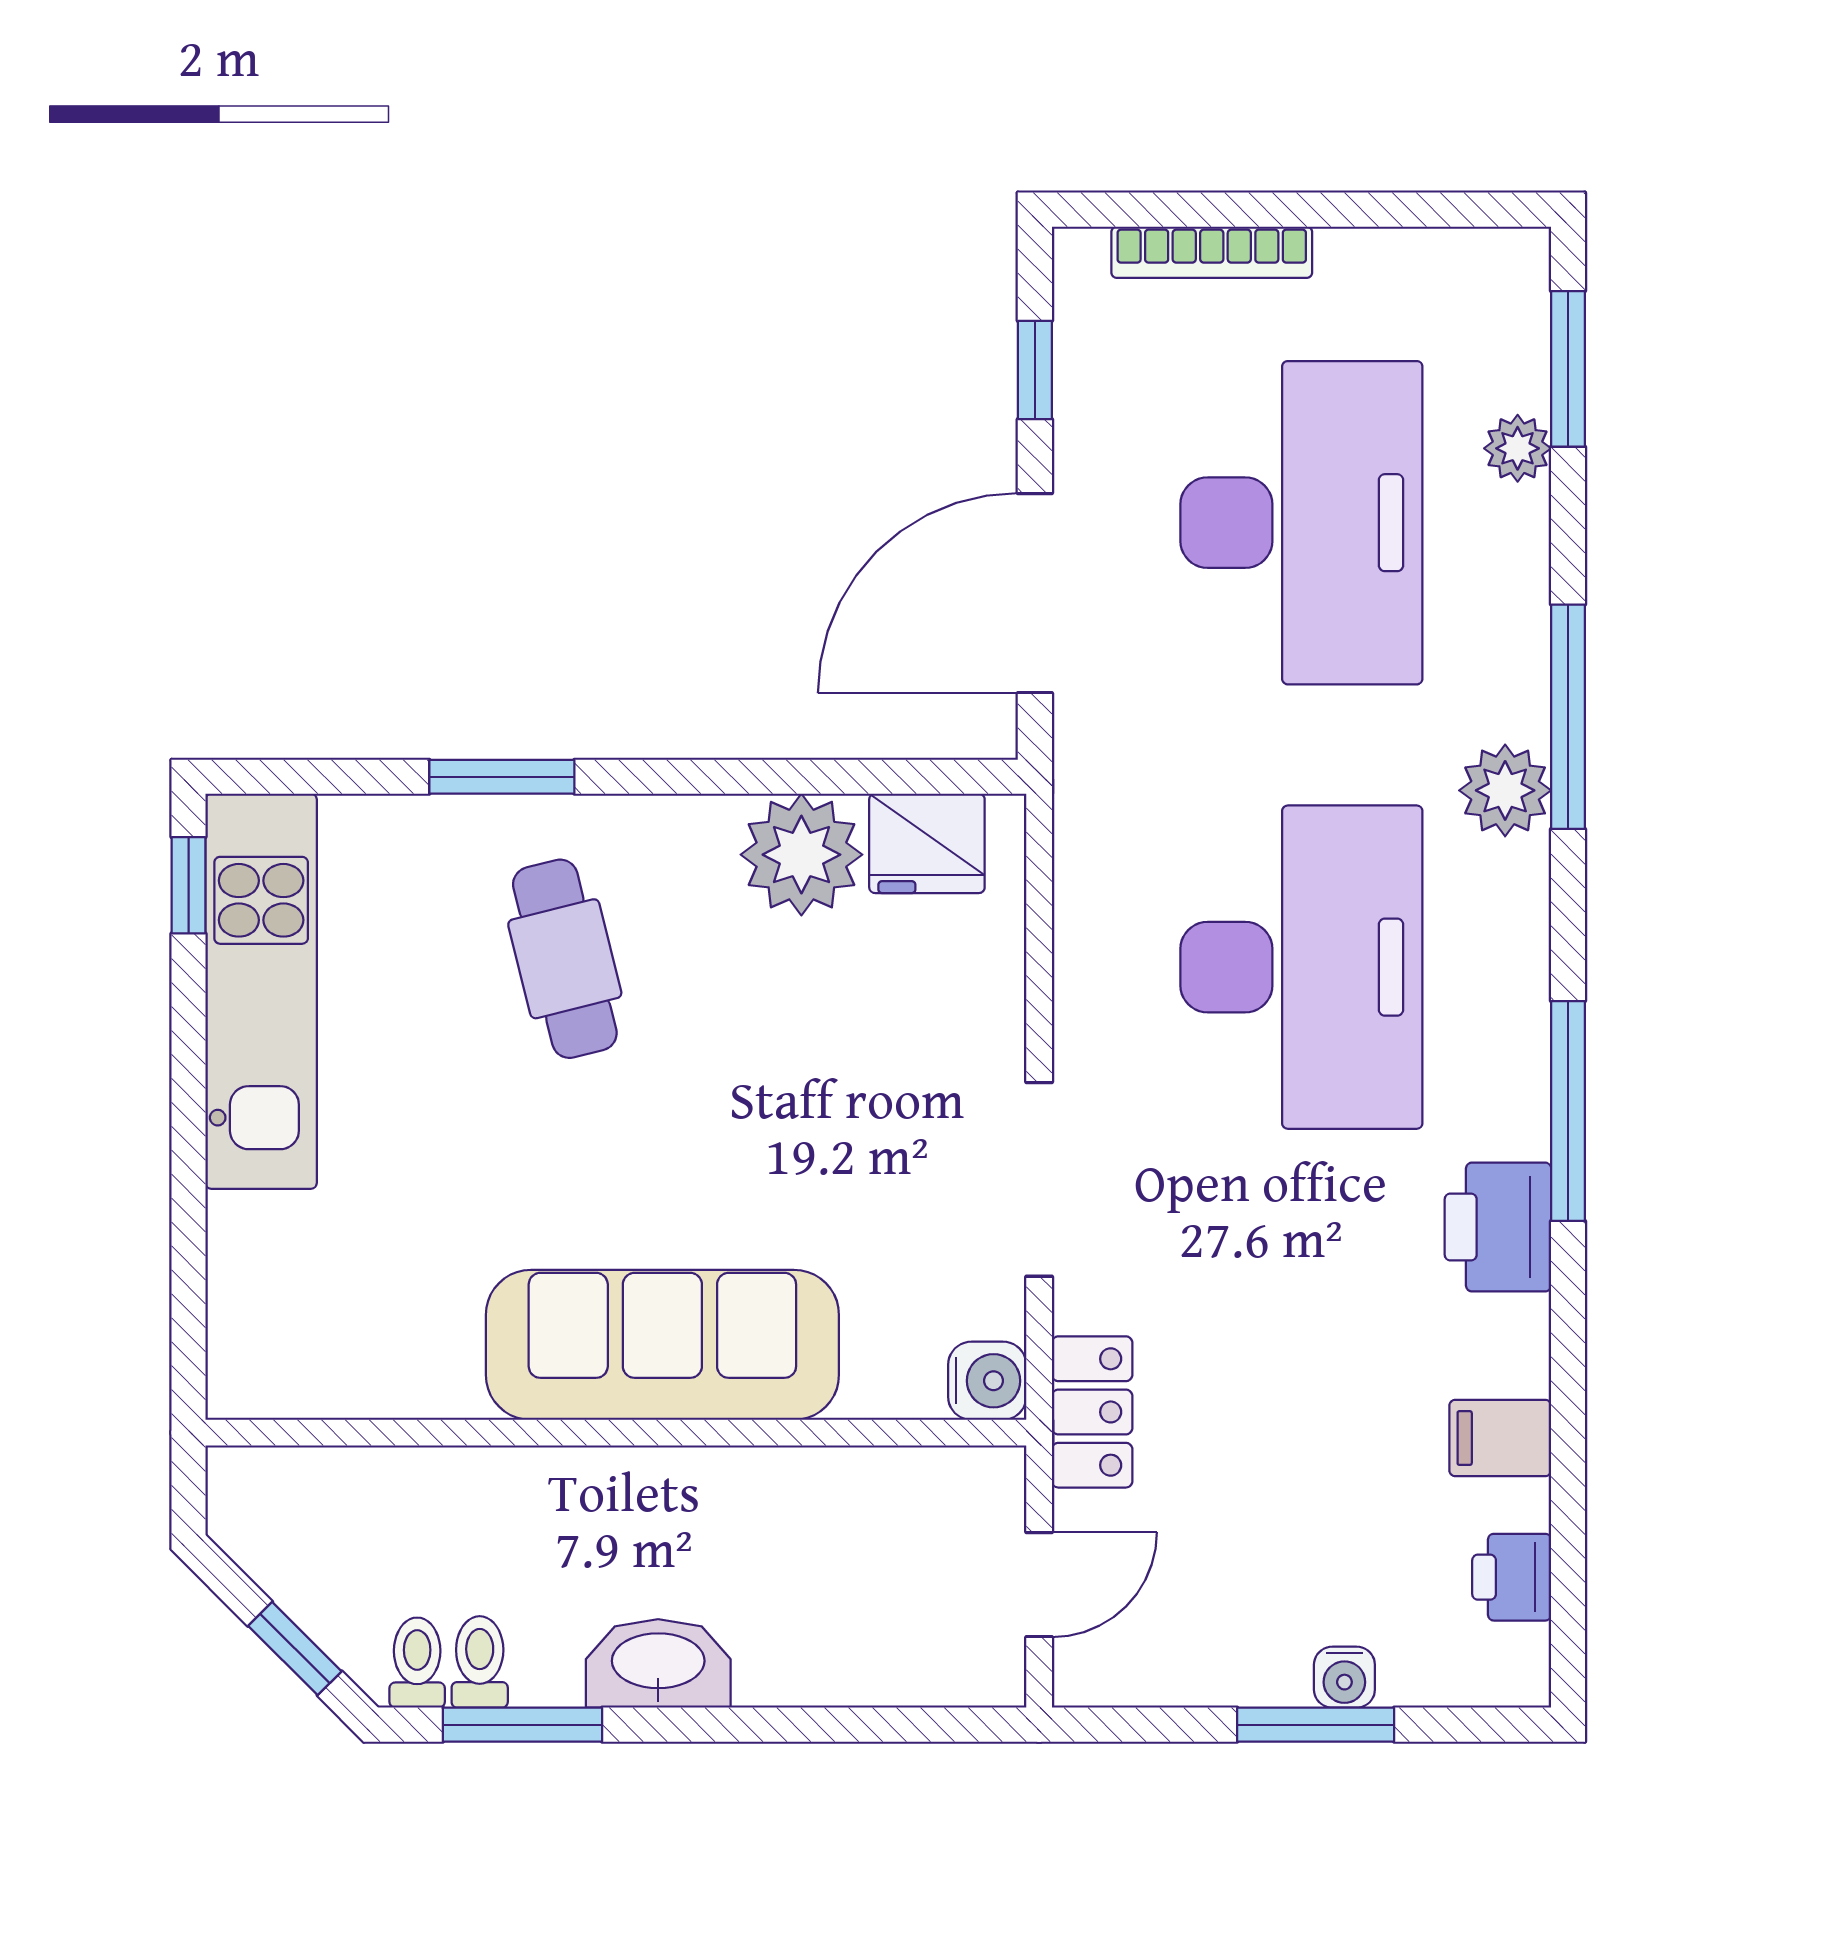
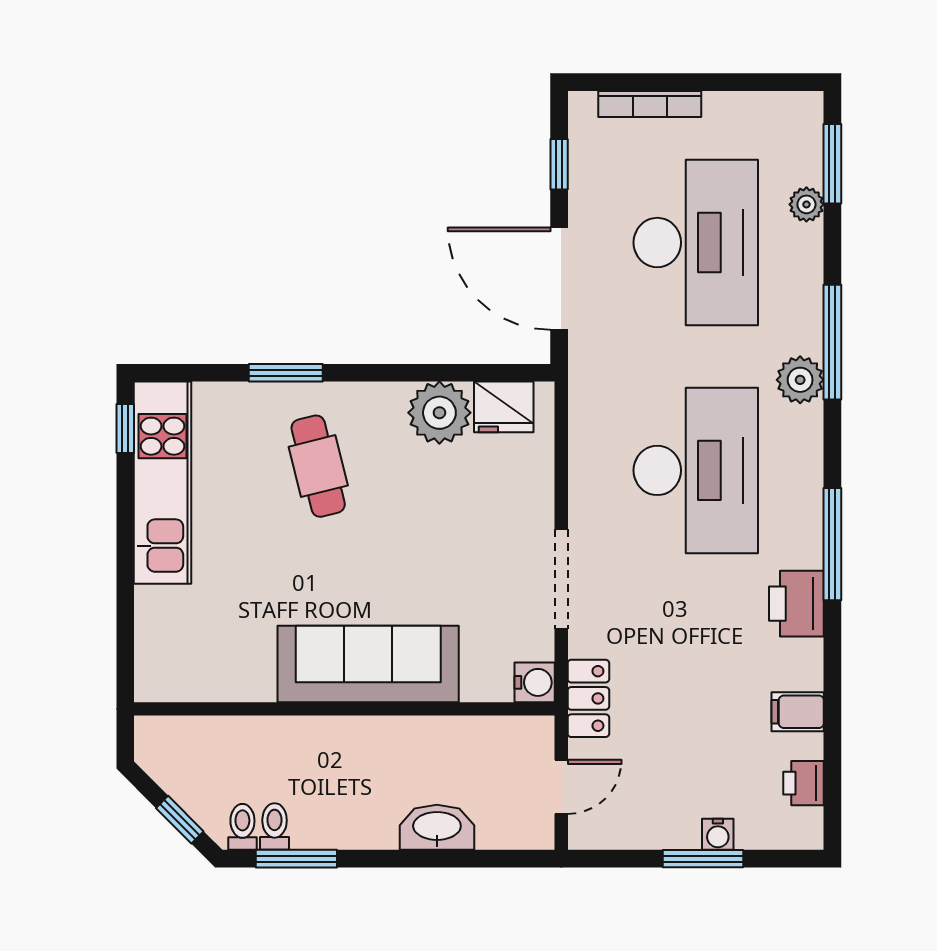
door: (1035, 593) -> (559, 279), hinge flipped
washbasin: (658, 1663) -> (437, 827), moved

